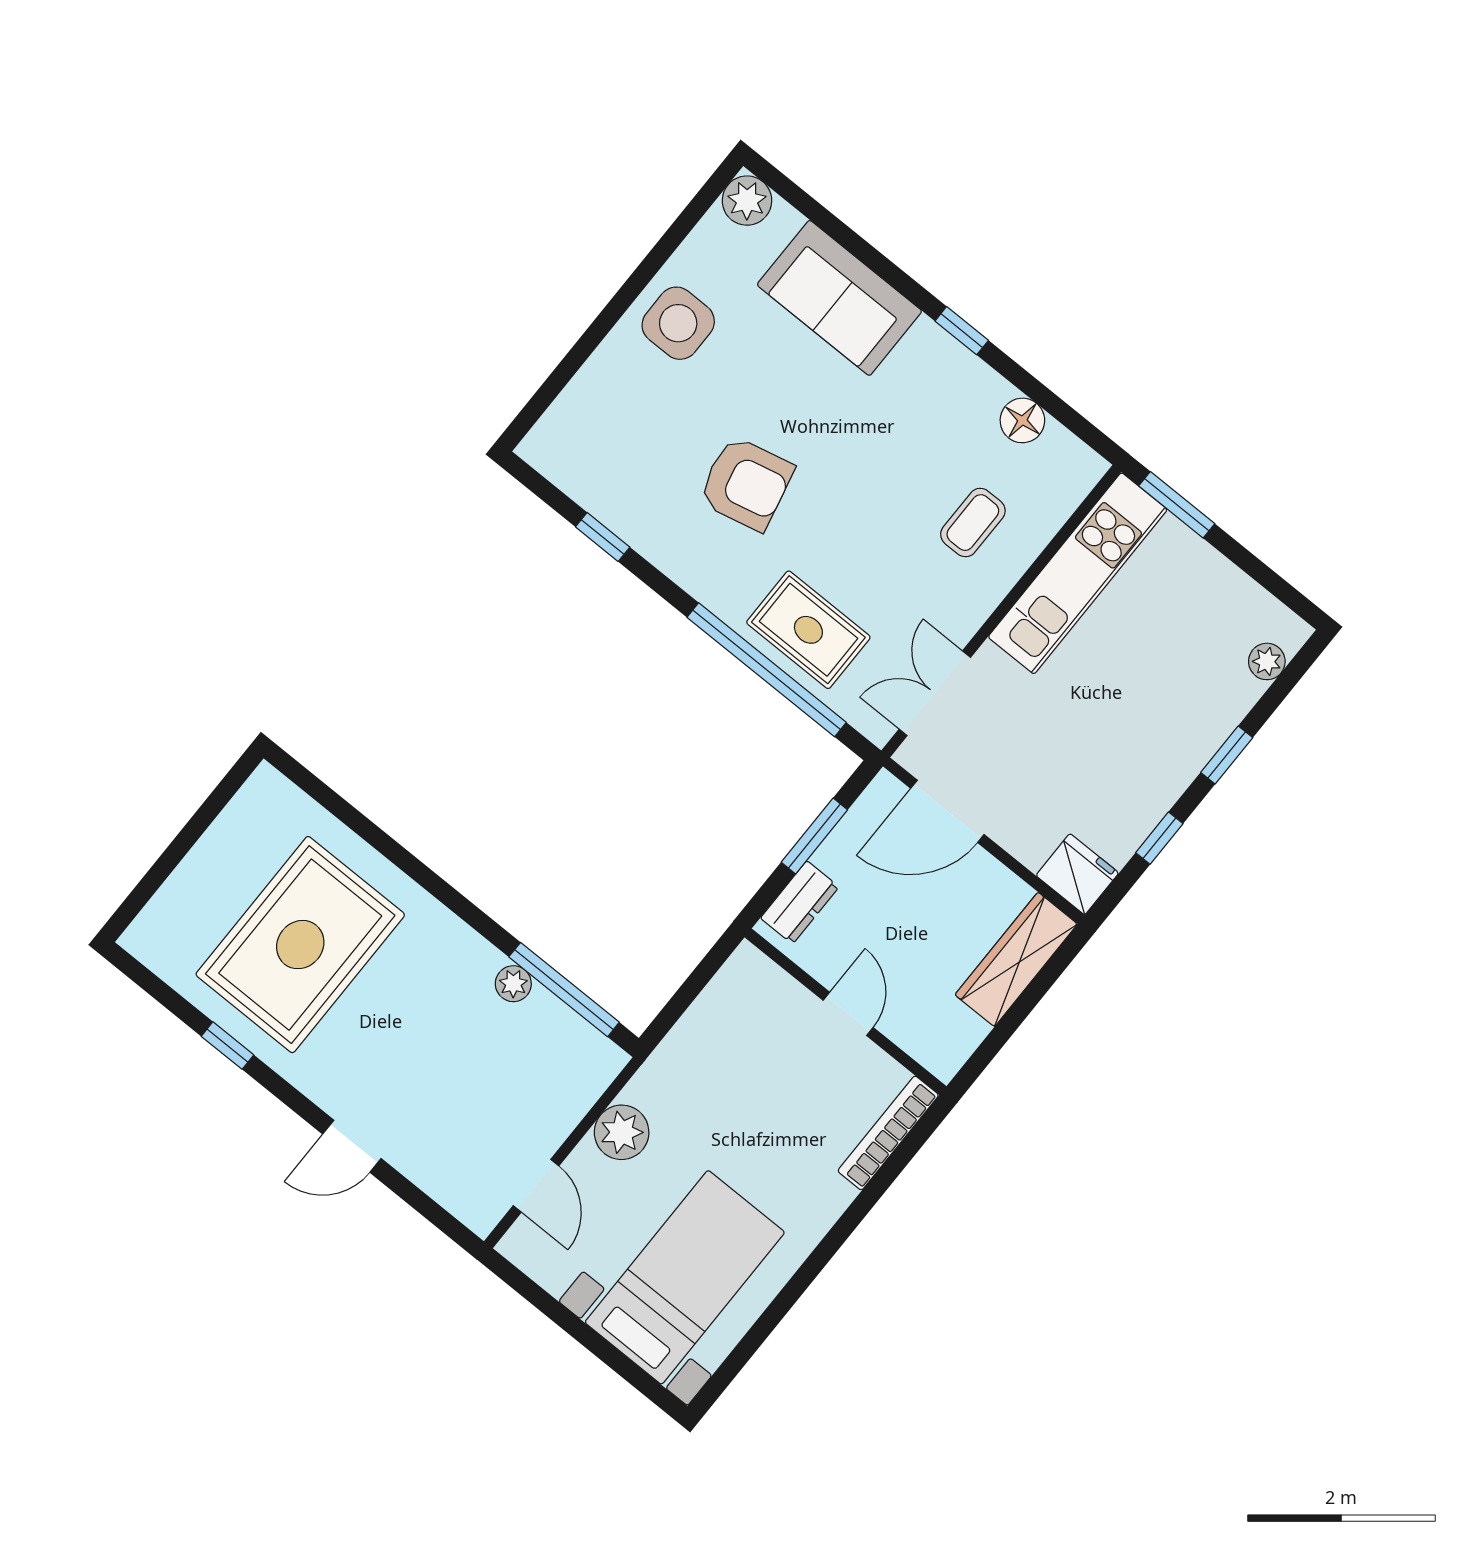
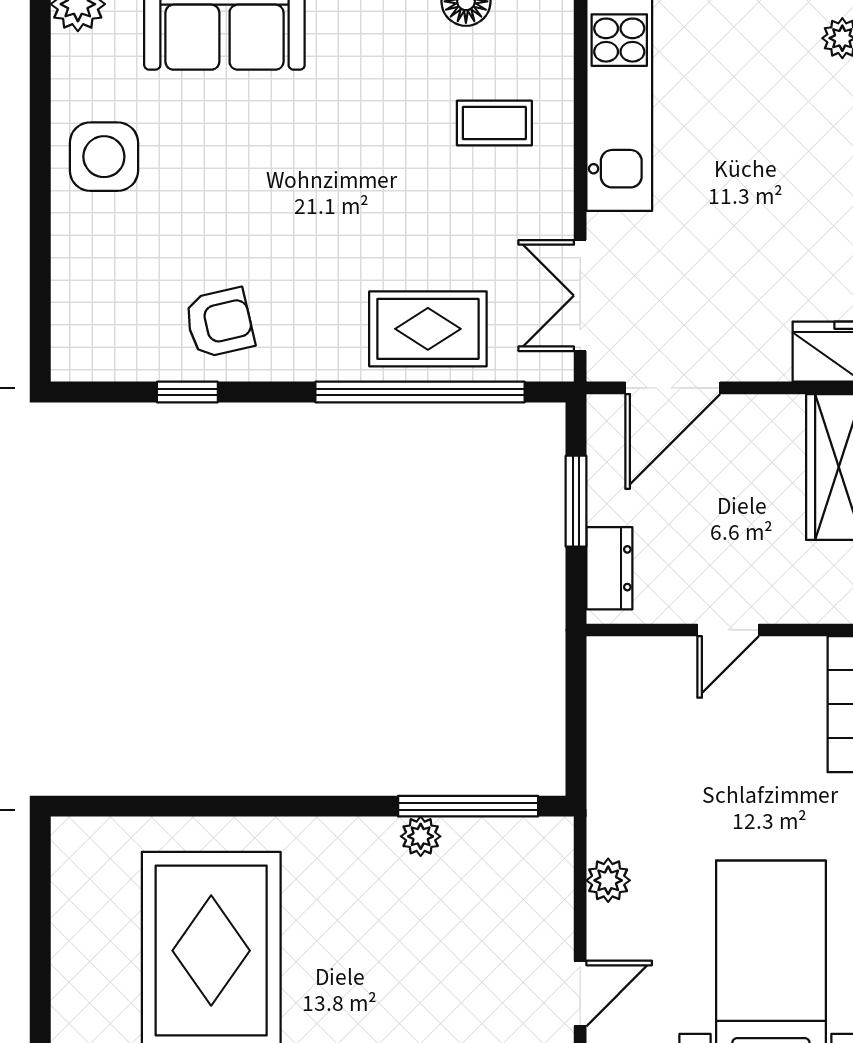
armchair: (746, 483) -> (219, 323), moved, width x0.72, depth x0.72
coffee table: (973, 523) -> (494, 123), turned 90
door: (848, 1014) -> (728, 630), swing flipped
plant: (622, 1132) -> (608, 880), width x0.73, depth x0.73
door: (536, 1186) -> (580, 994), hinge flipped

